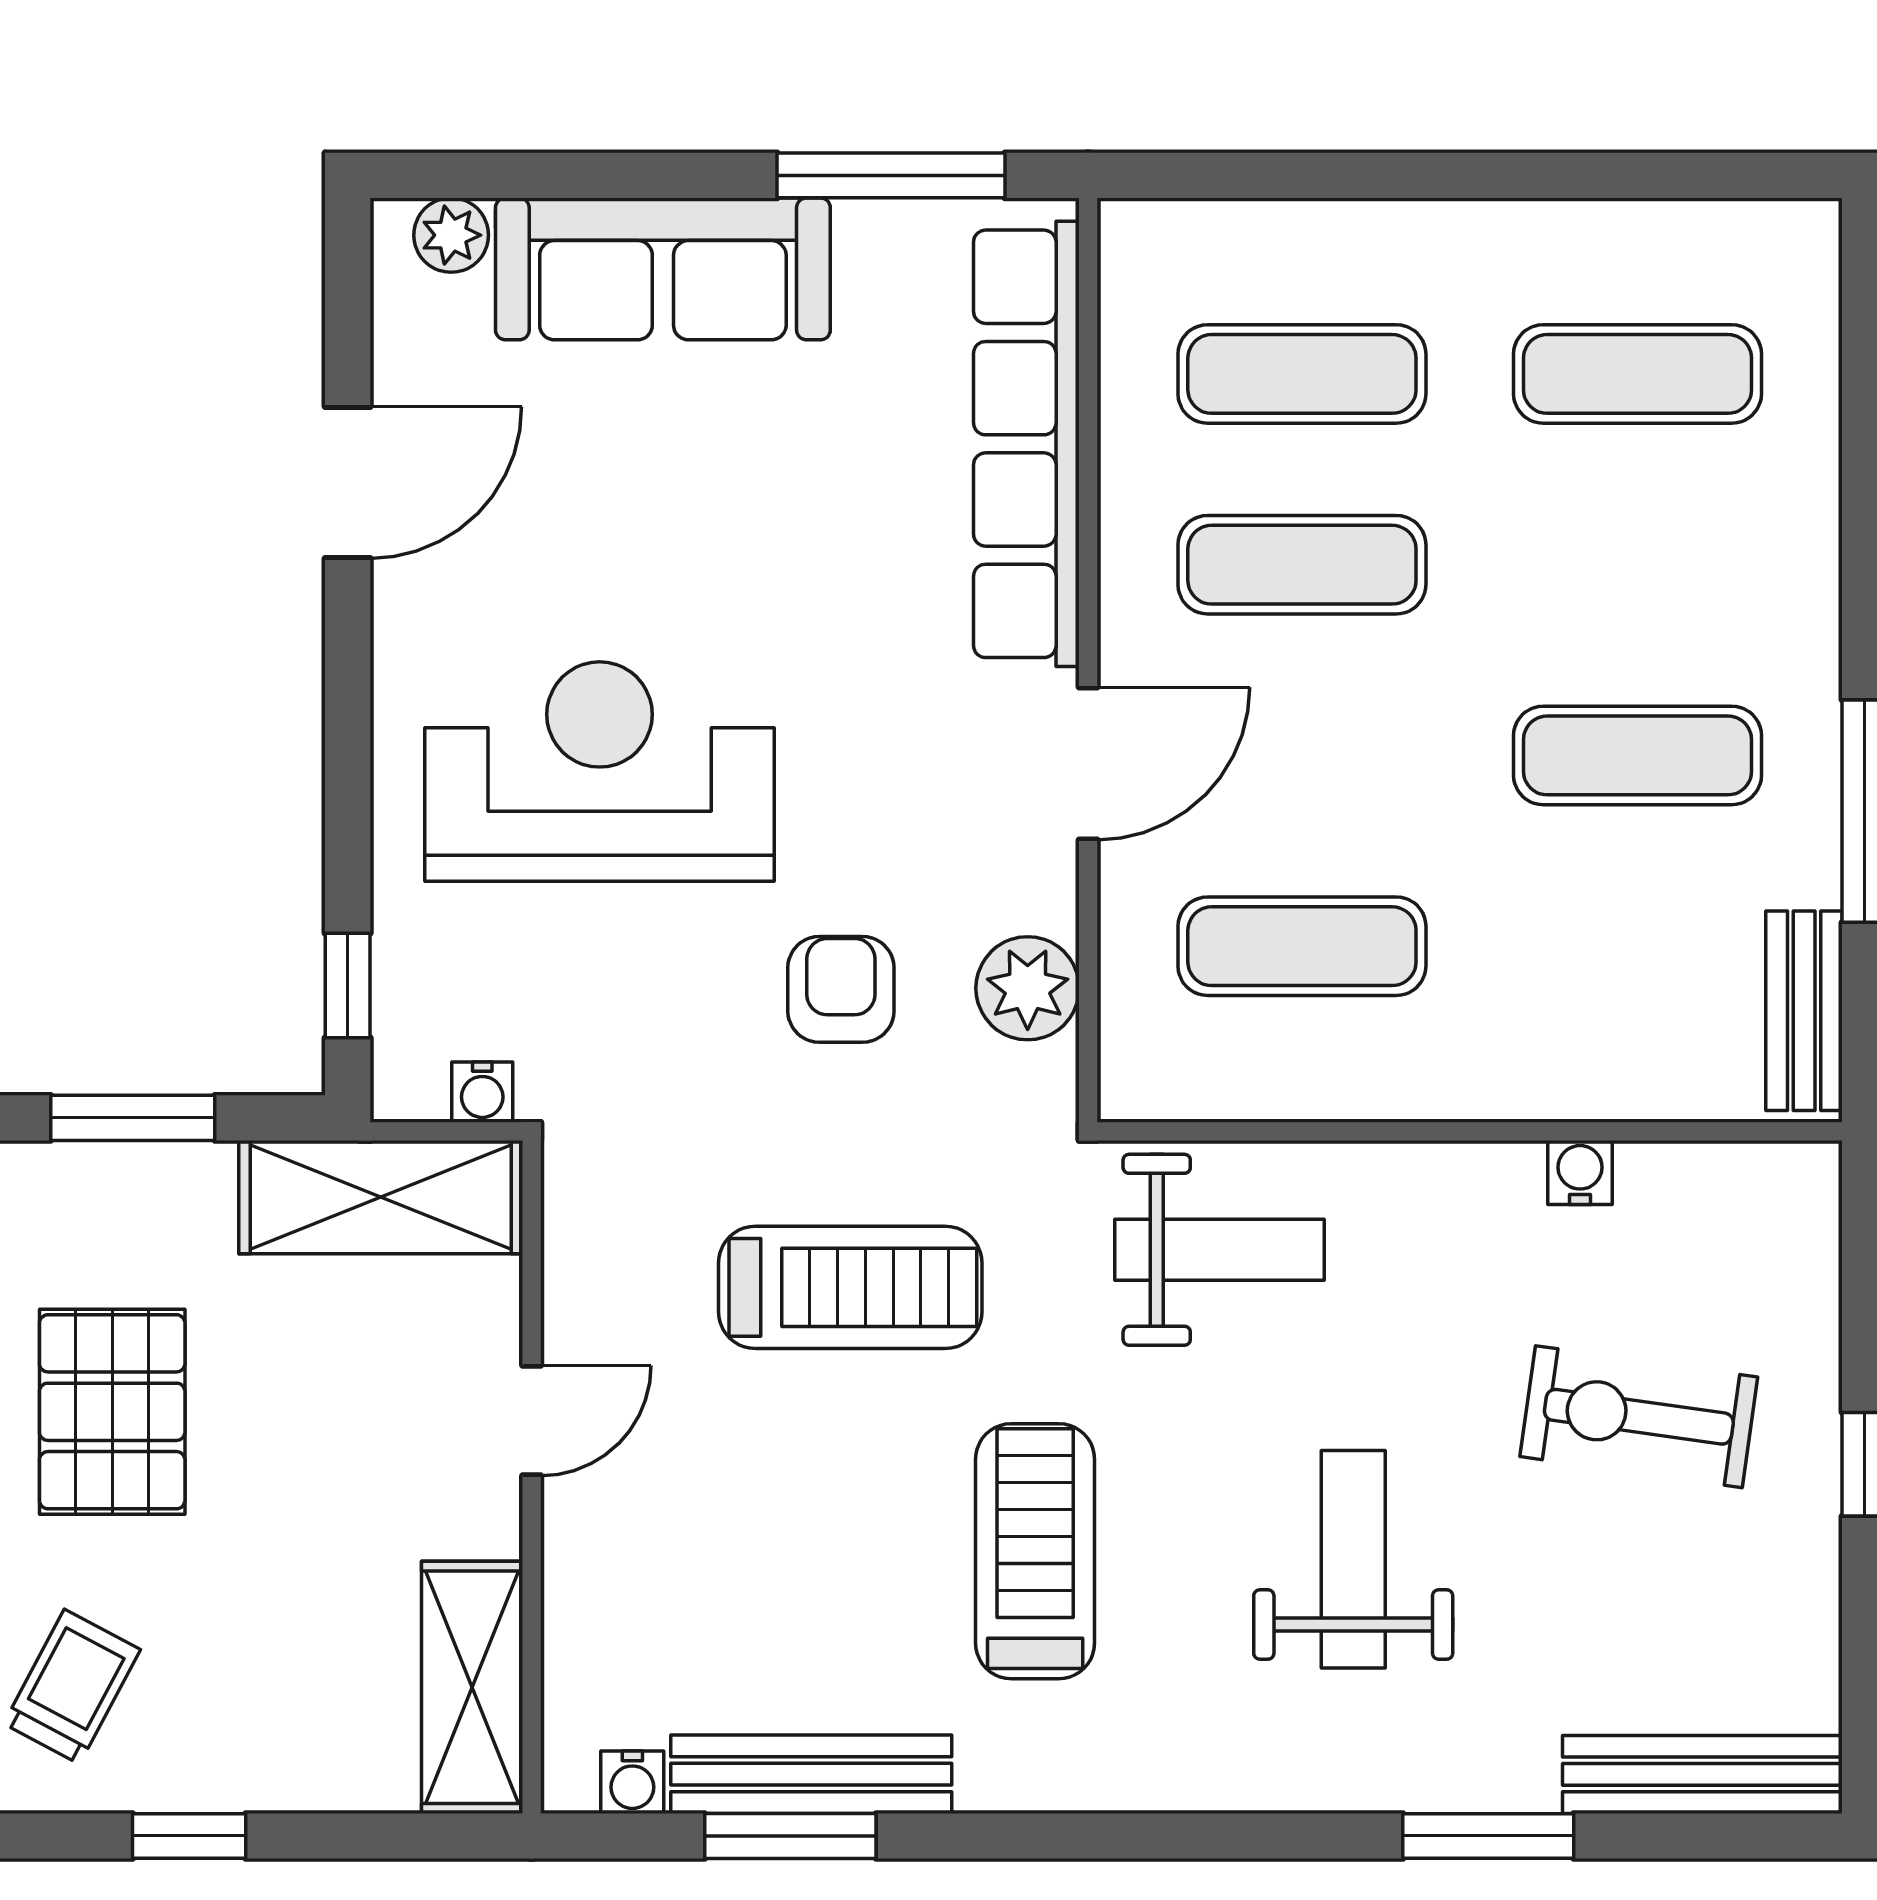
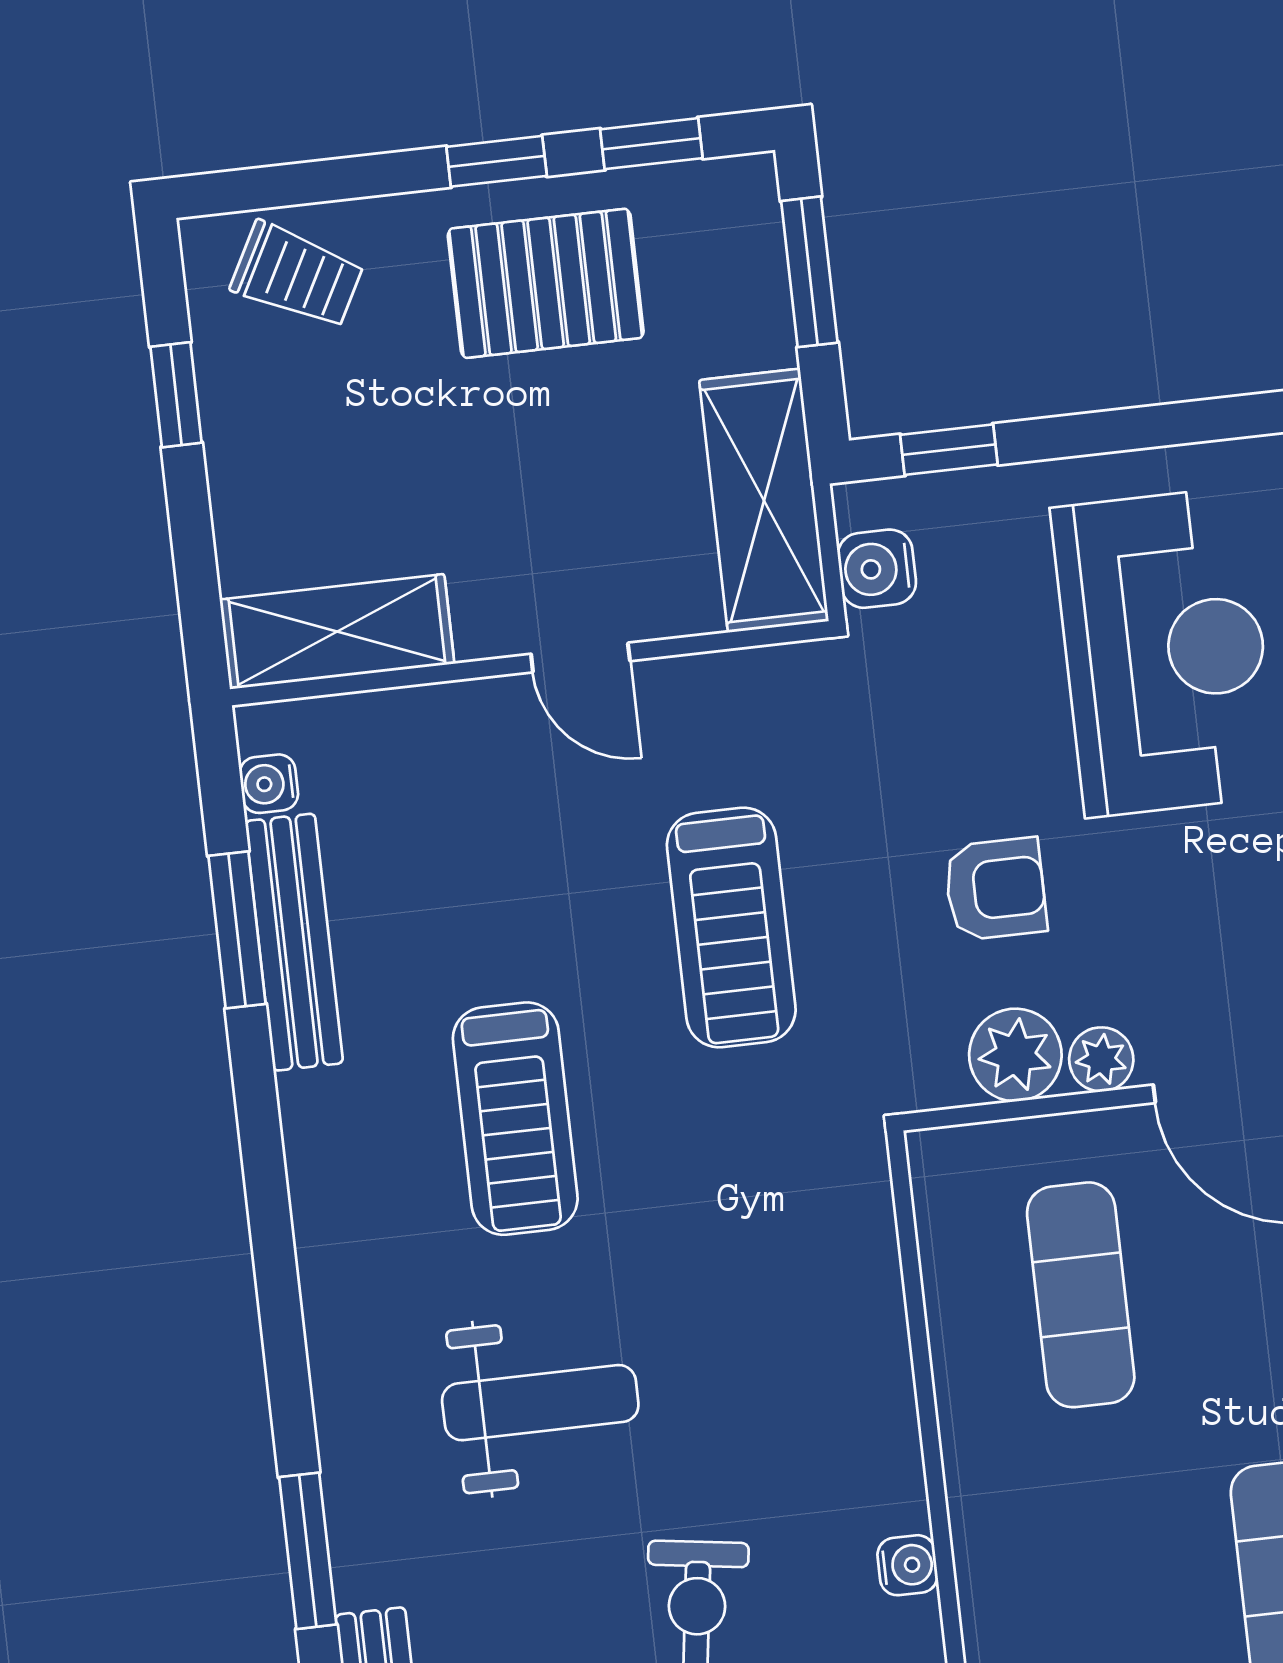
plant: (1043, 894) -> (1101, 1059), added
water cooler: (482, 1092) -> (877, 569), width x1.38, depth x1.38
weight bench: (1220, 1250) -> (802, 1252), removed
treadmill: (1035, 1551) -> (515, 1119), turned 90

